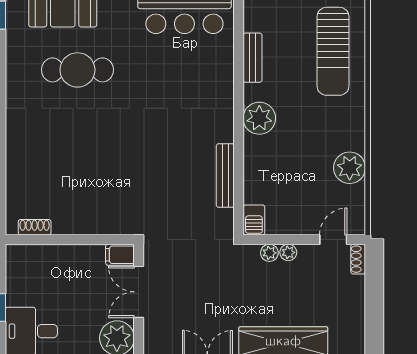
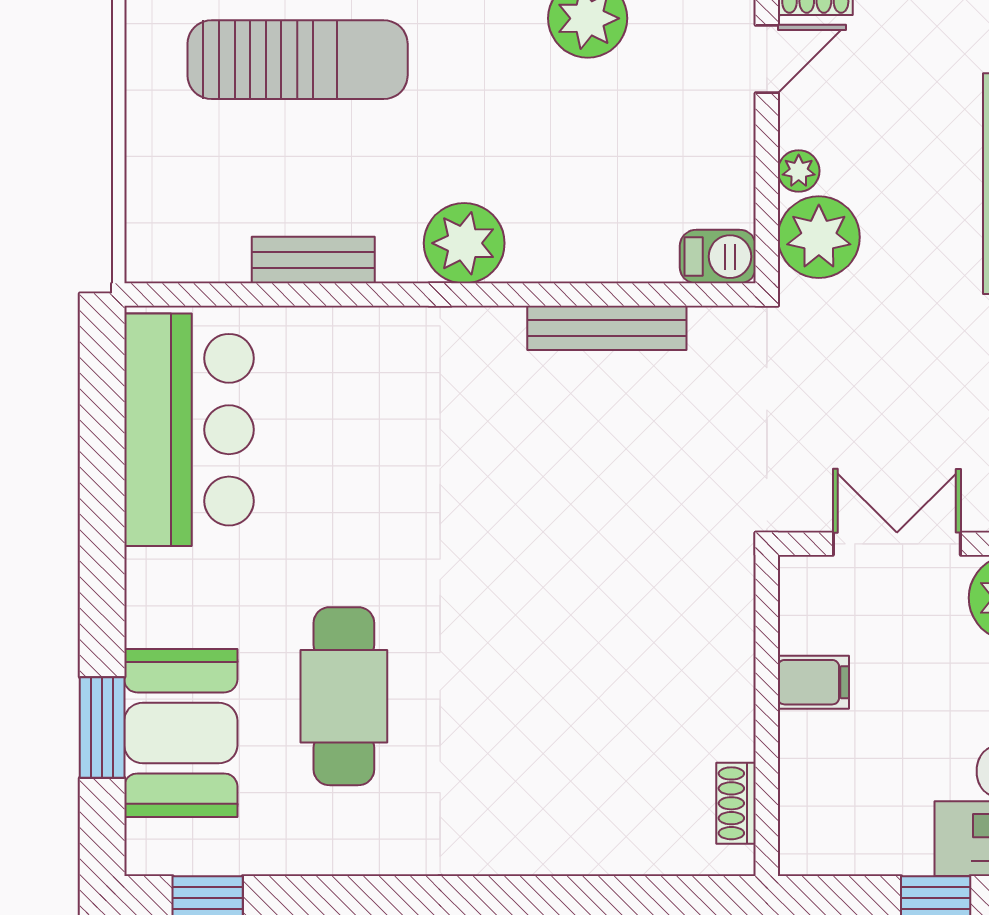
door: (333, 240) -> (767, 59), swing flipped
plant: (269, 253) -> (819, 237), width x1.88, depth x1.88
filing cabinet: (120, 255) -> (813, 682), moved, turned -90
double door: (139, 292) -> (897, 544), swing flipped

